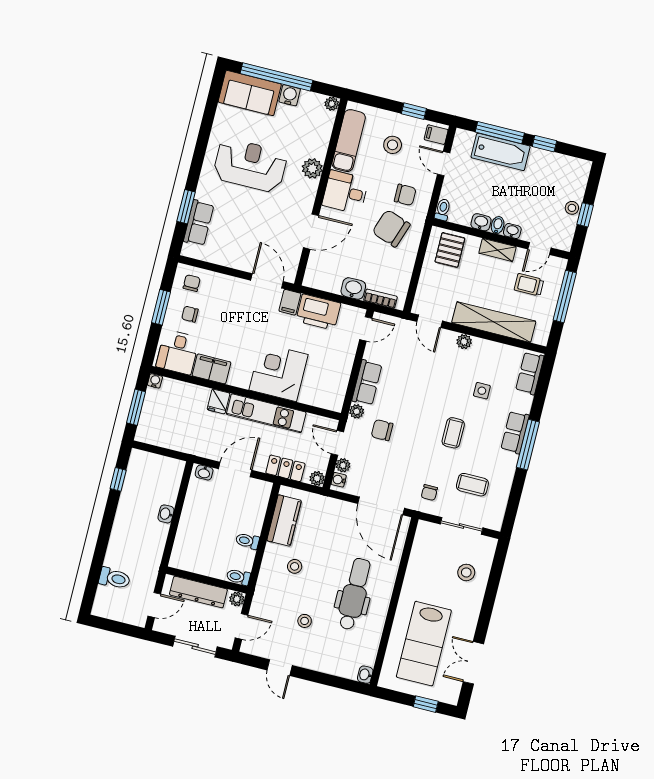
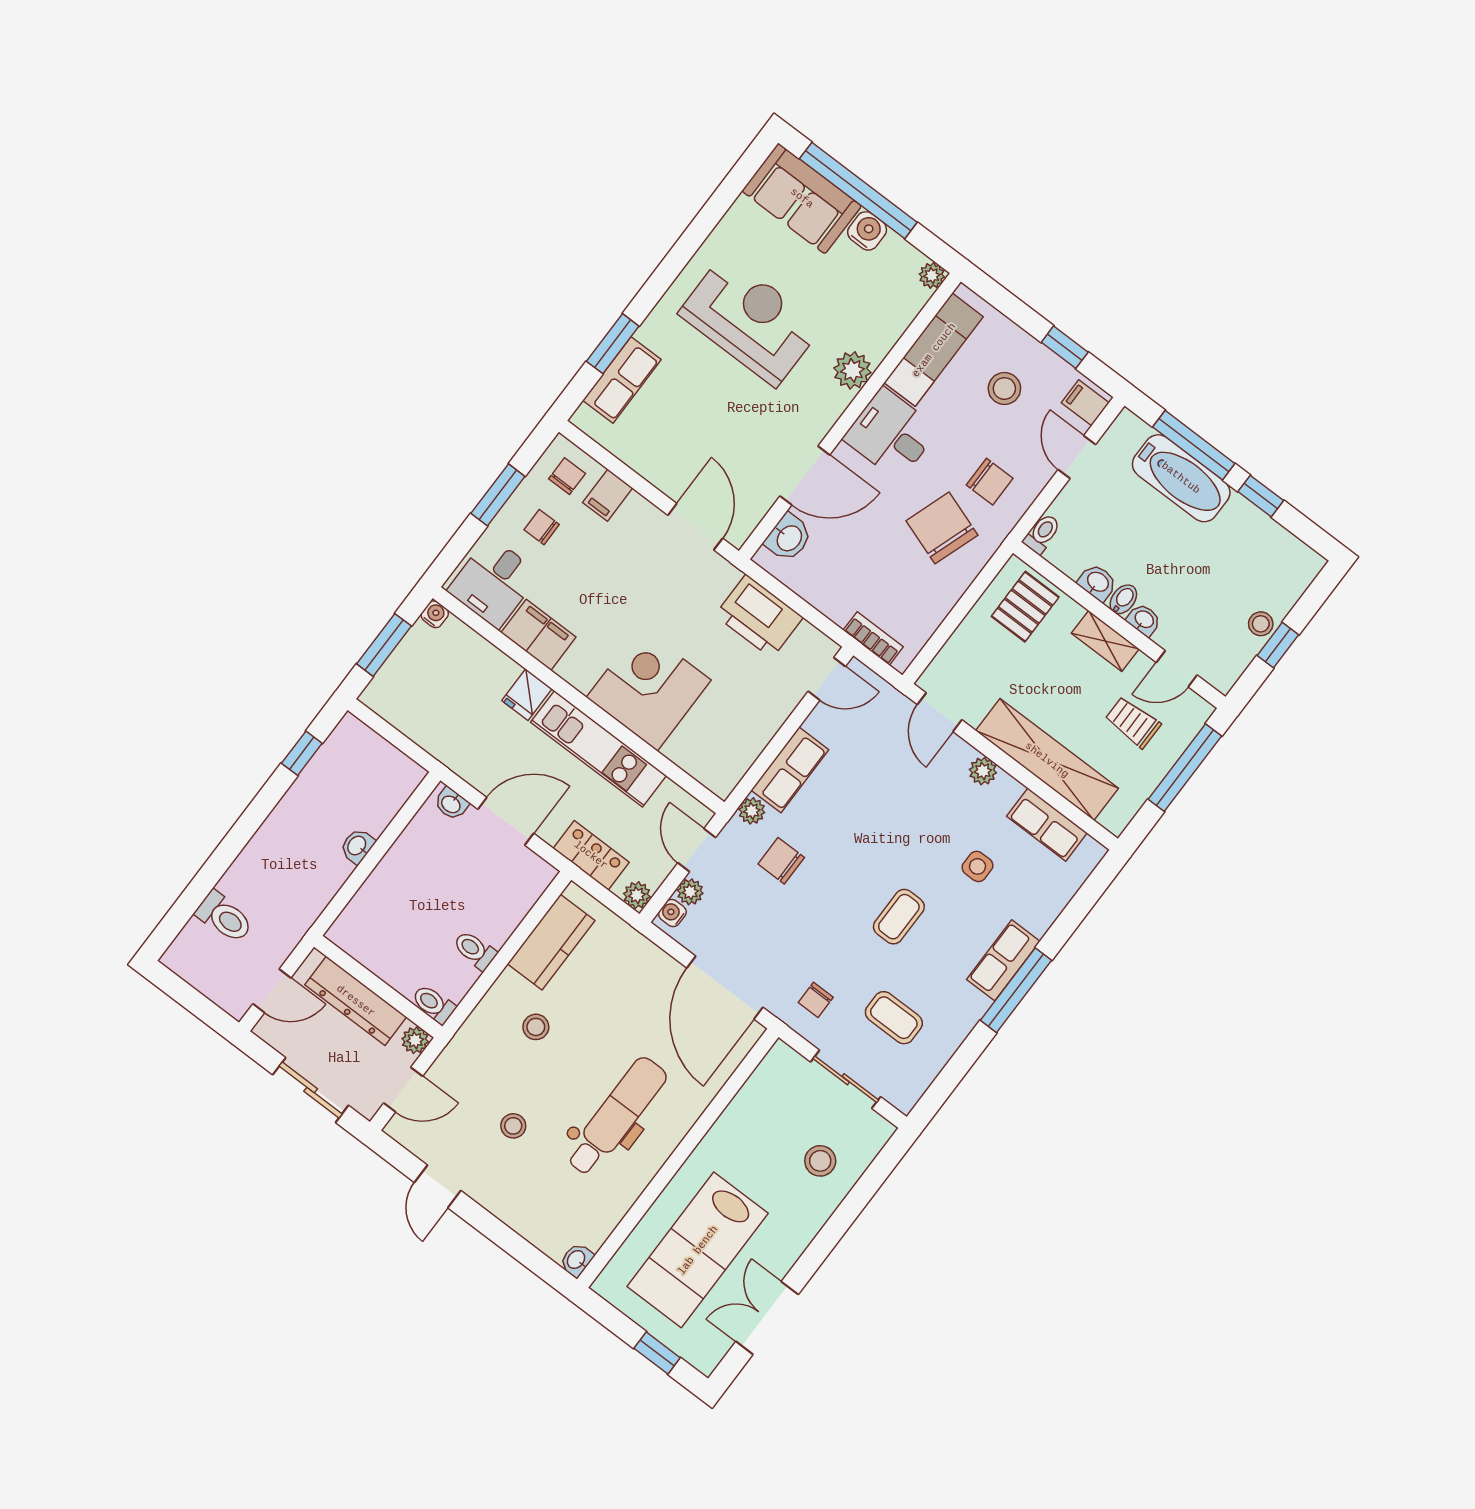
washbasin: (353, 289) -> (789, 538), moved, turned 90
filing cabinet: (290, 302) -> (608, 495), moved
row of seats: (530, 373) -> (1047, 825), moved, turned -90

